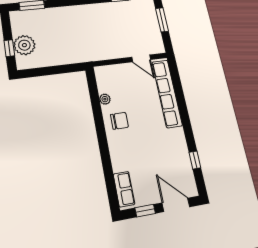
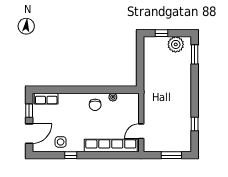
plant: (24, 45) -> (176, 44), moved
side table: (177, 159) -> (61, 142), added
window: (195, 160) -> (71, 155), moved

